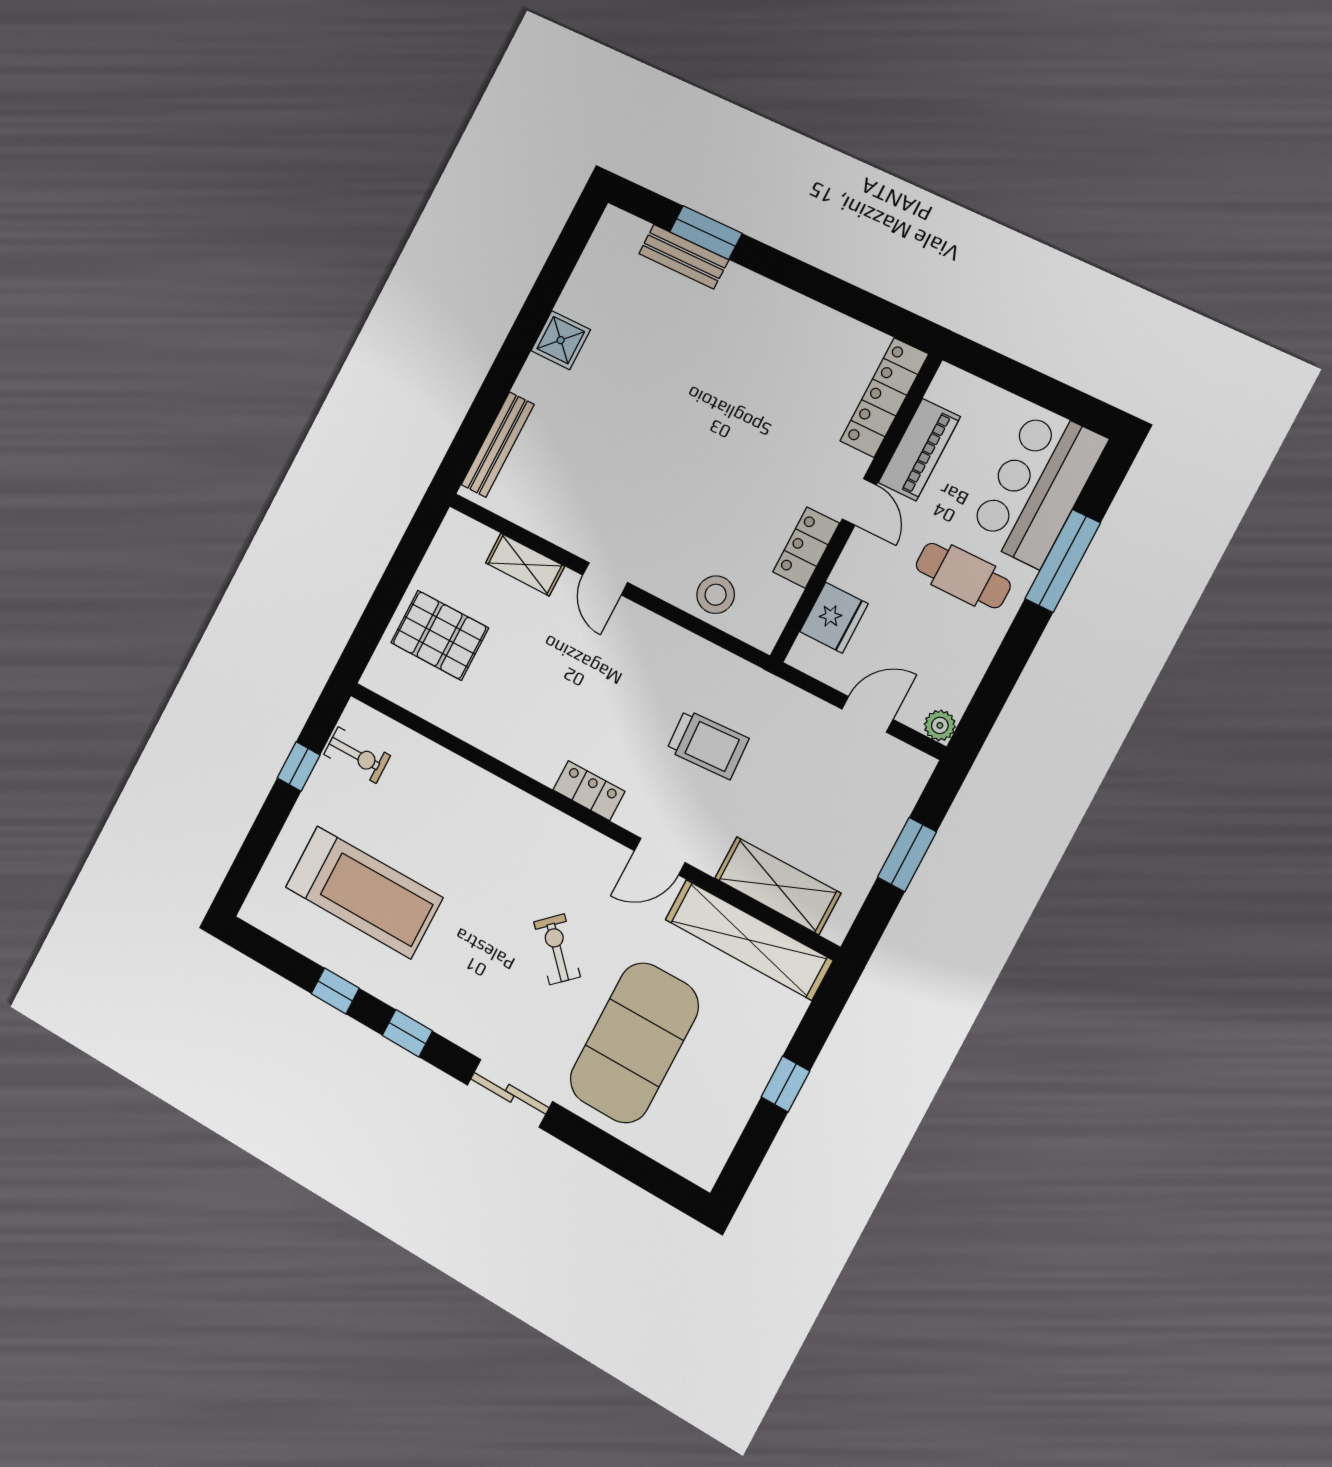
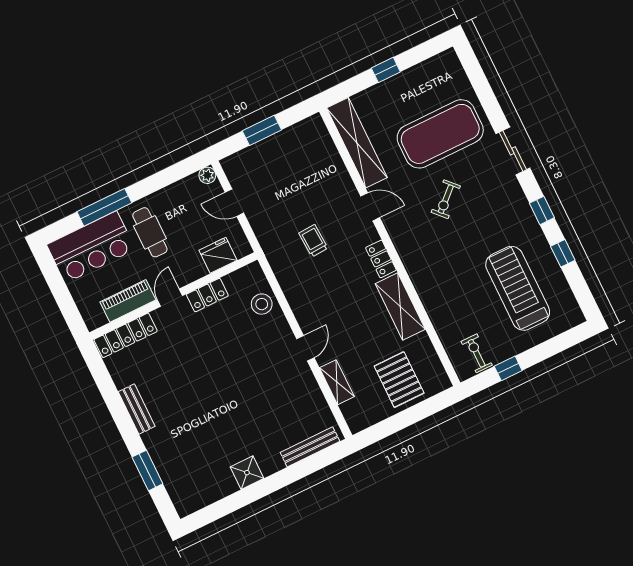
bench: (684, 257) -> (137, 409), moved
trolley: (708, 744) -> (313, 241), width x0.73, depth x0.72
shelving: (778, 886) -> (400, 306), moved

